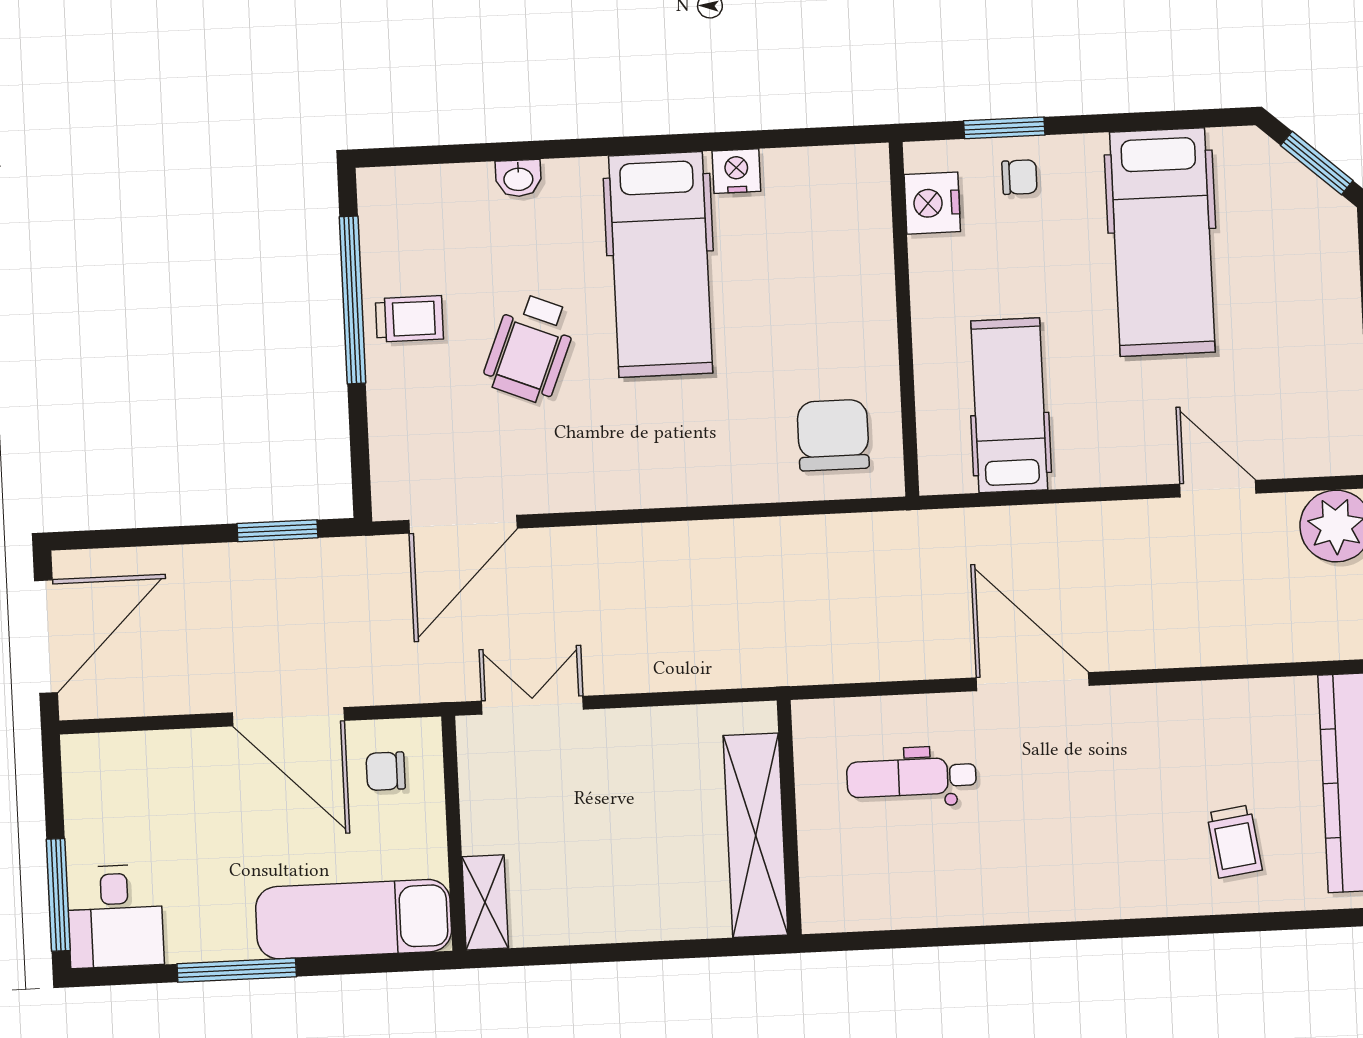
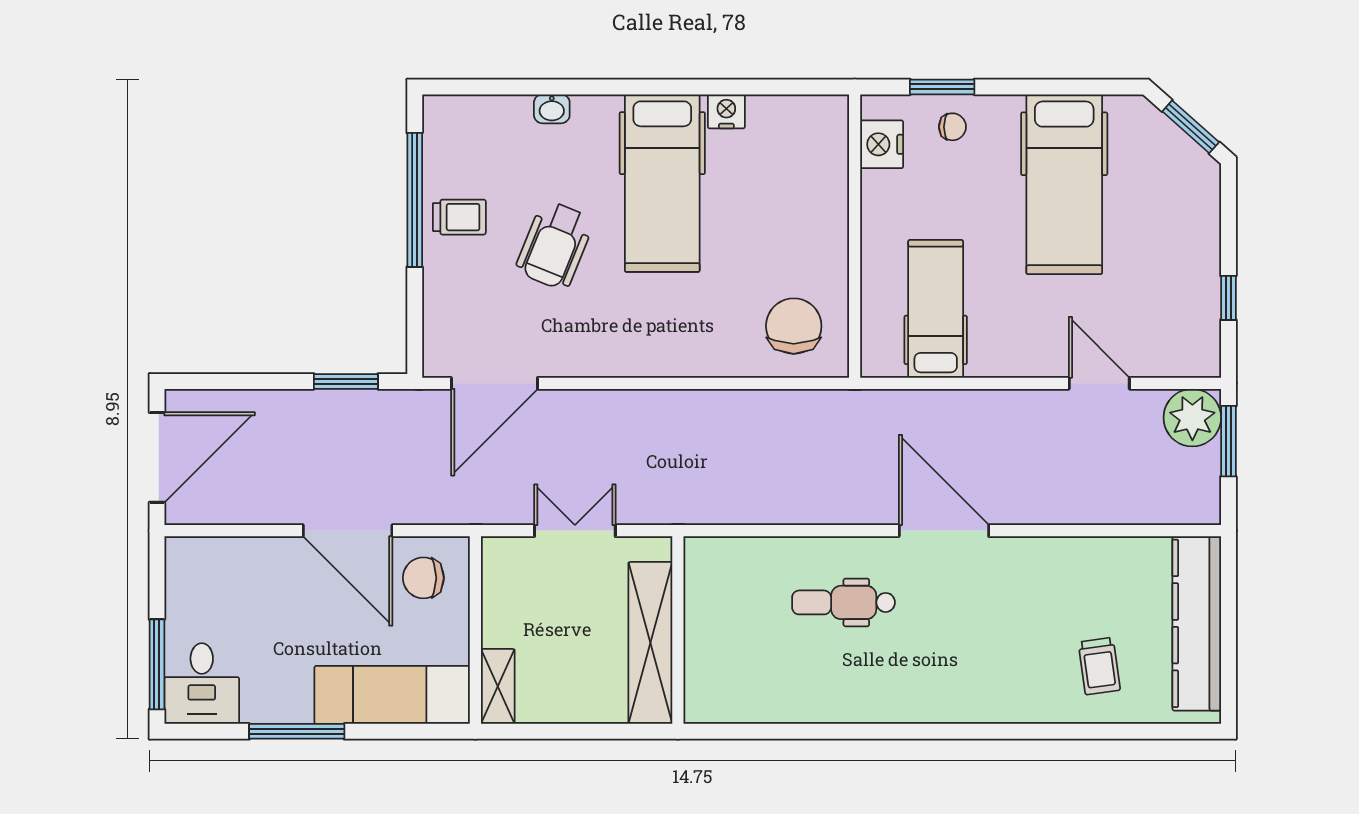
double door: (532, 705) -> (575, 531), moved
chair: (386, 771) -> (423, 578), width x1.37, depth x1.37
wall: (789, 817) -> (678, 630), moved
shelving: (756, 835) -> (650, 643), moved

